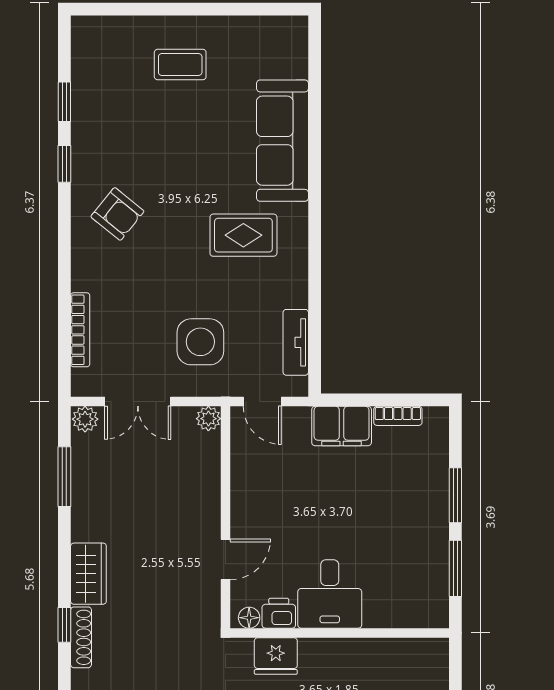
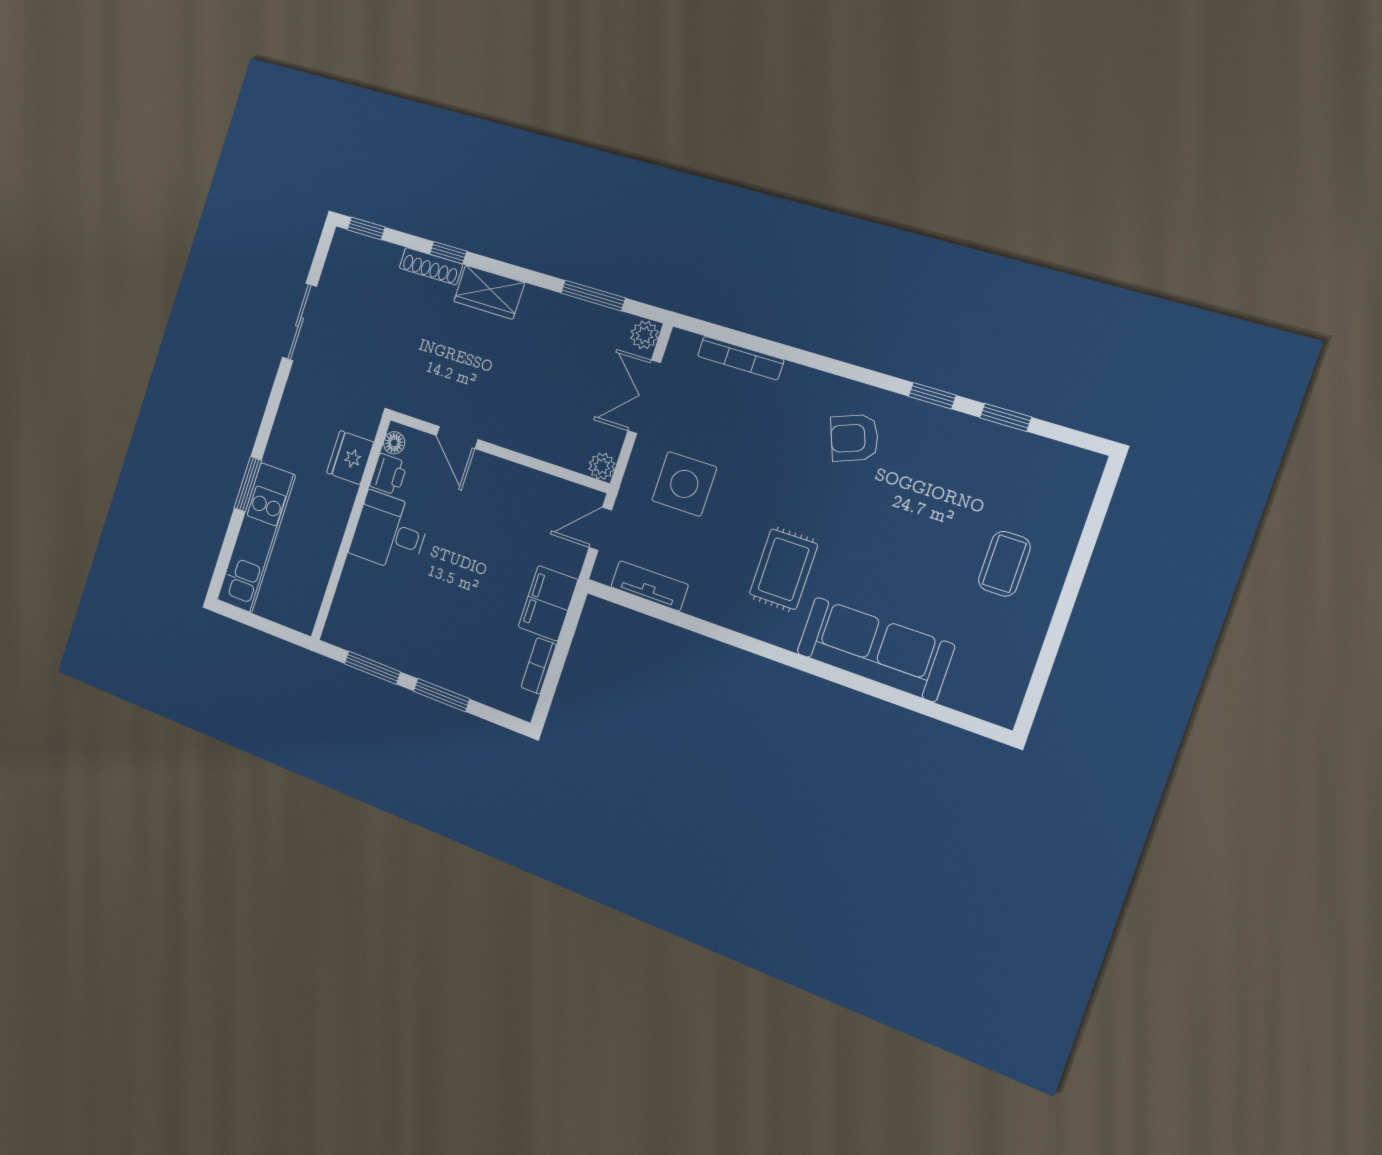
armchair: (117, 214) -> (854, 438), turned 30

